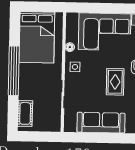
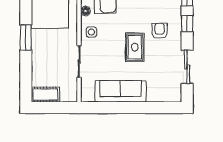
window: (14, 71) -> (26, 37), width x0.47
cot: (25, 113) -> (45, 95), moved, turned 90

